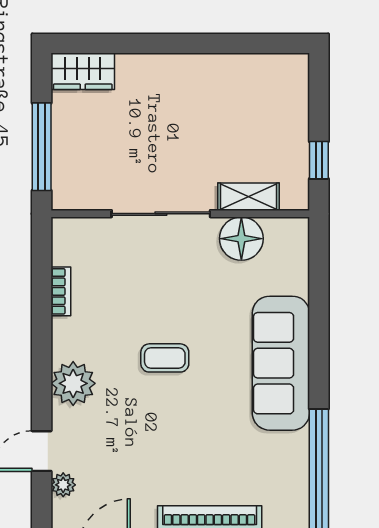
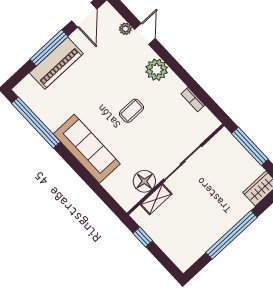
window: (188, 43) -> (231, 235), added

